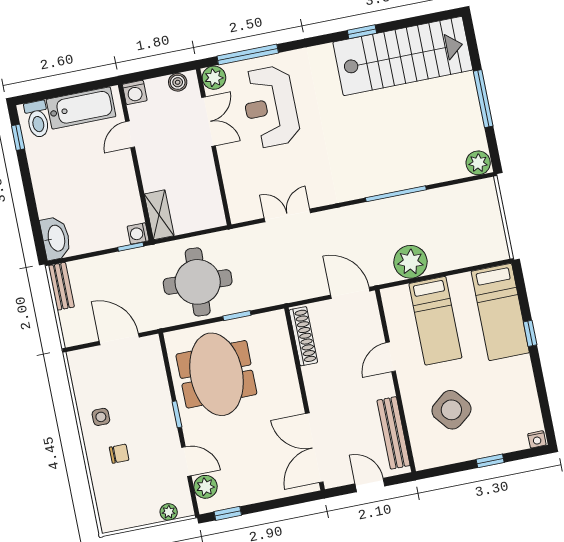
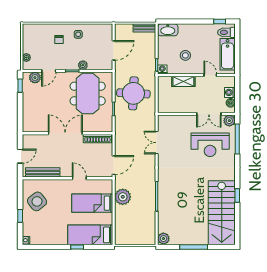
washing machine: (135, 92) -> (230, 92), moved
reception desk: (270, 107) -> (210, 145), turned 180
stool: (100, 192) -> (185, 55), added
shelving: (159, 215) -> (183, 81), moved
double door: (287, 215) -> (157, 143), swing flipped
meeting table: (216, 374) -> (88, 94), turned 90
plant: (161, 395) -> (83, 65), added
side table: (451, 410) -> (37, 201), moved
double door: (314, 448) -> (65, 133), moved

